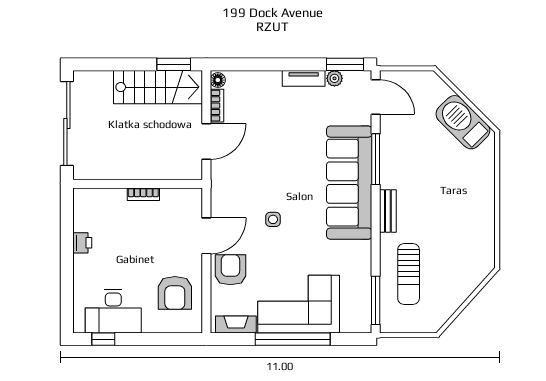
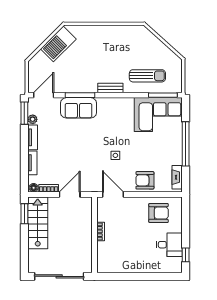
tv unit: (260, 78) -> (32, 163), added
door: (206, 141) -> (70, 194), hinge flipped
sofa: (349, 183) -> (78, 108), width x0.54, depth x0.79
door: (206, 236) -> (113, 194), moved
printer: (82, 243) -> (129, 267), removed
corner sofa: (299, 304) -> (158, 115), moved, turned -90
desk: (113, 311) -> (169, 245), width x0.73

